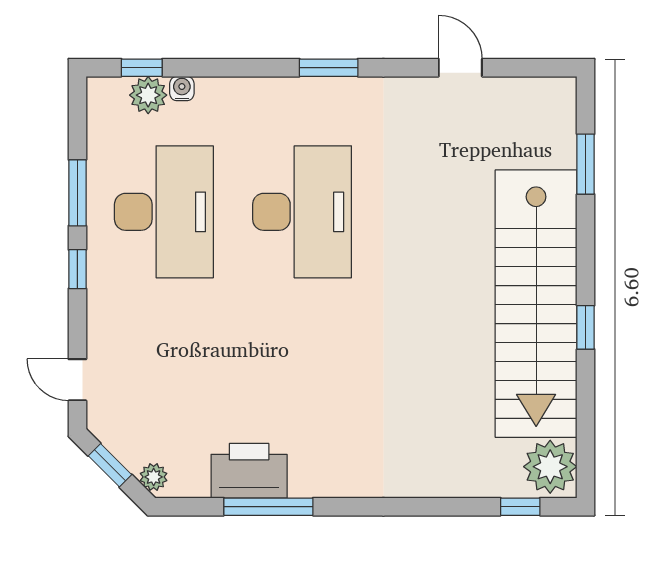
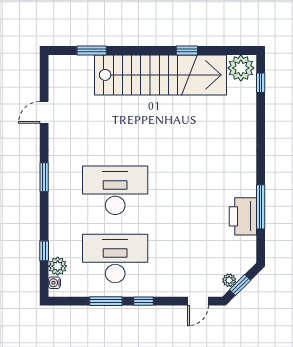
window: (142, 68) -> (44, 251), moved
water cooler: (182, 89) -> (54, 283), moved
window: (586, 327) -> (187, 51), moved
plant: (154, 477) -> (229, 280), moved

